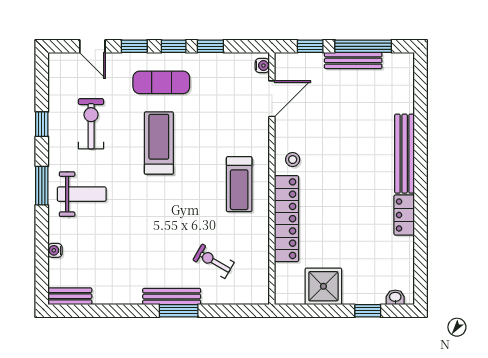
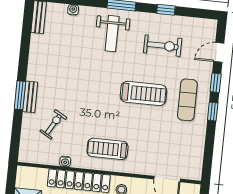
window: (210, 46) -> (210, 138), removed
water cooler: (262, 65) -> (65, 161), moved
bench: (172, 296) -> (30, 97), width x0.73

